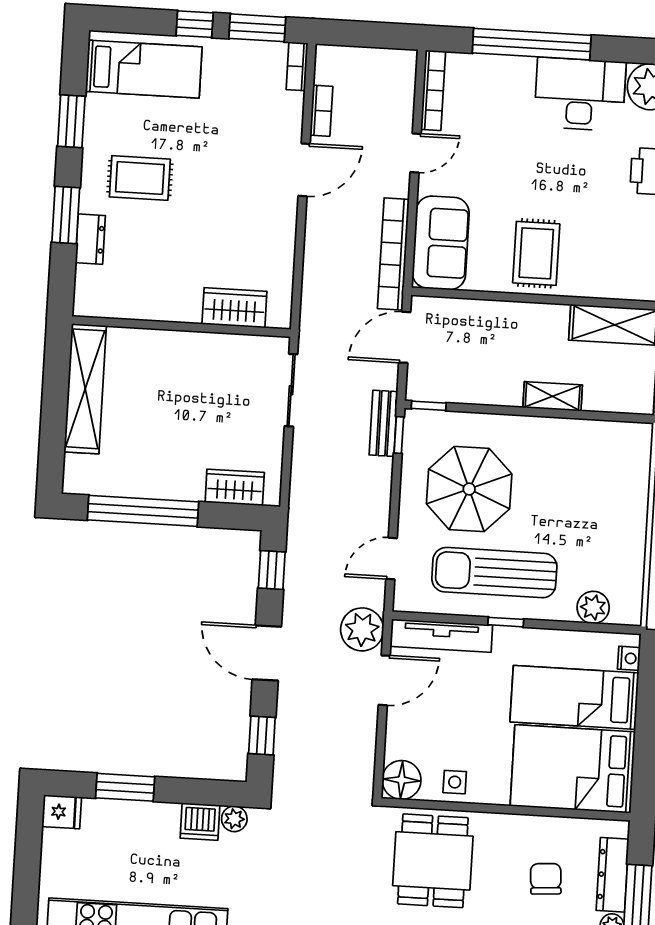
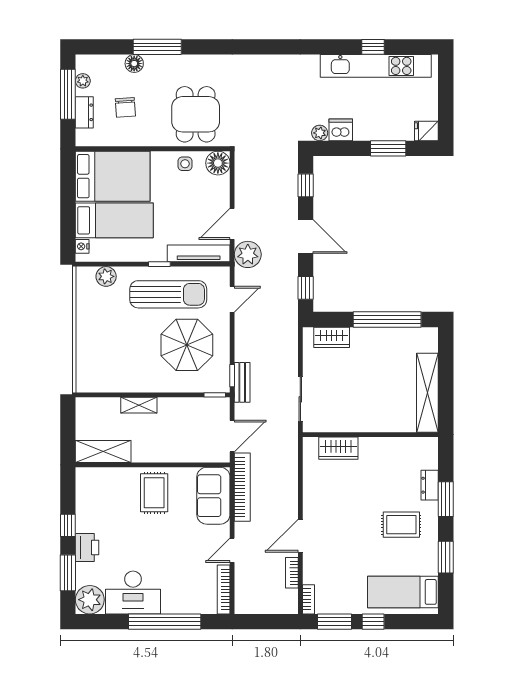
dresser: (613, 875) -> (84, 112), width x0.70

